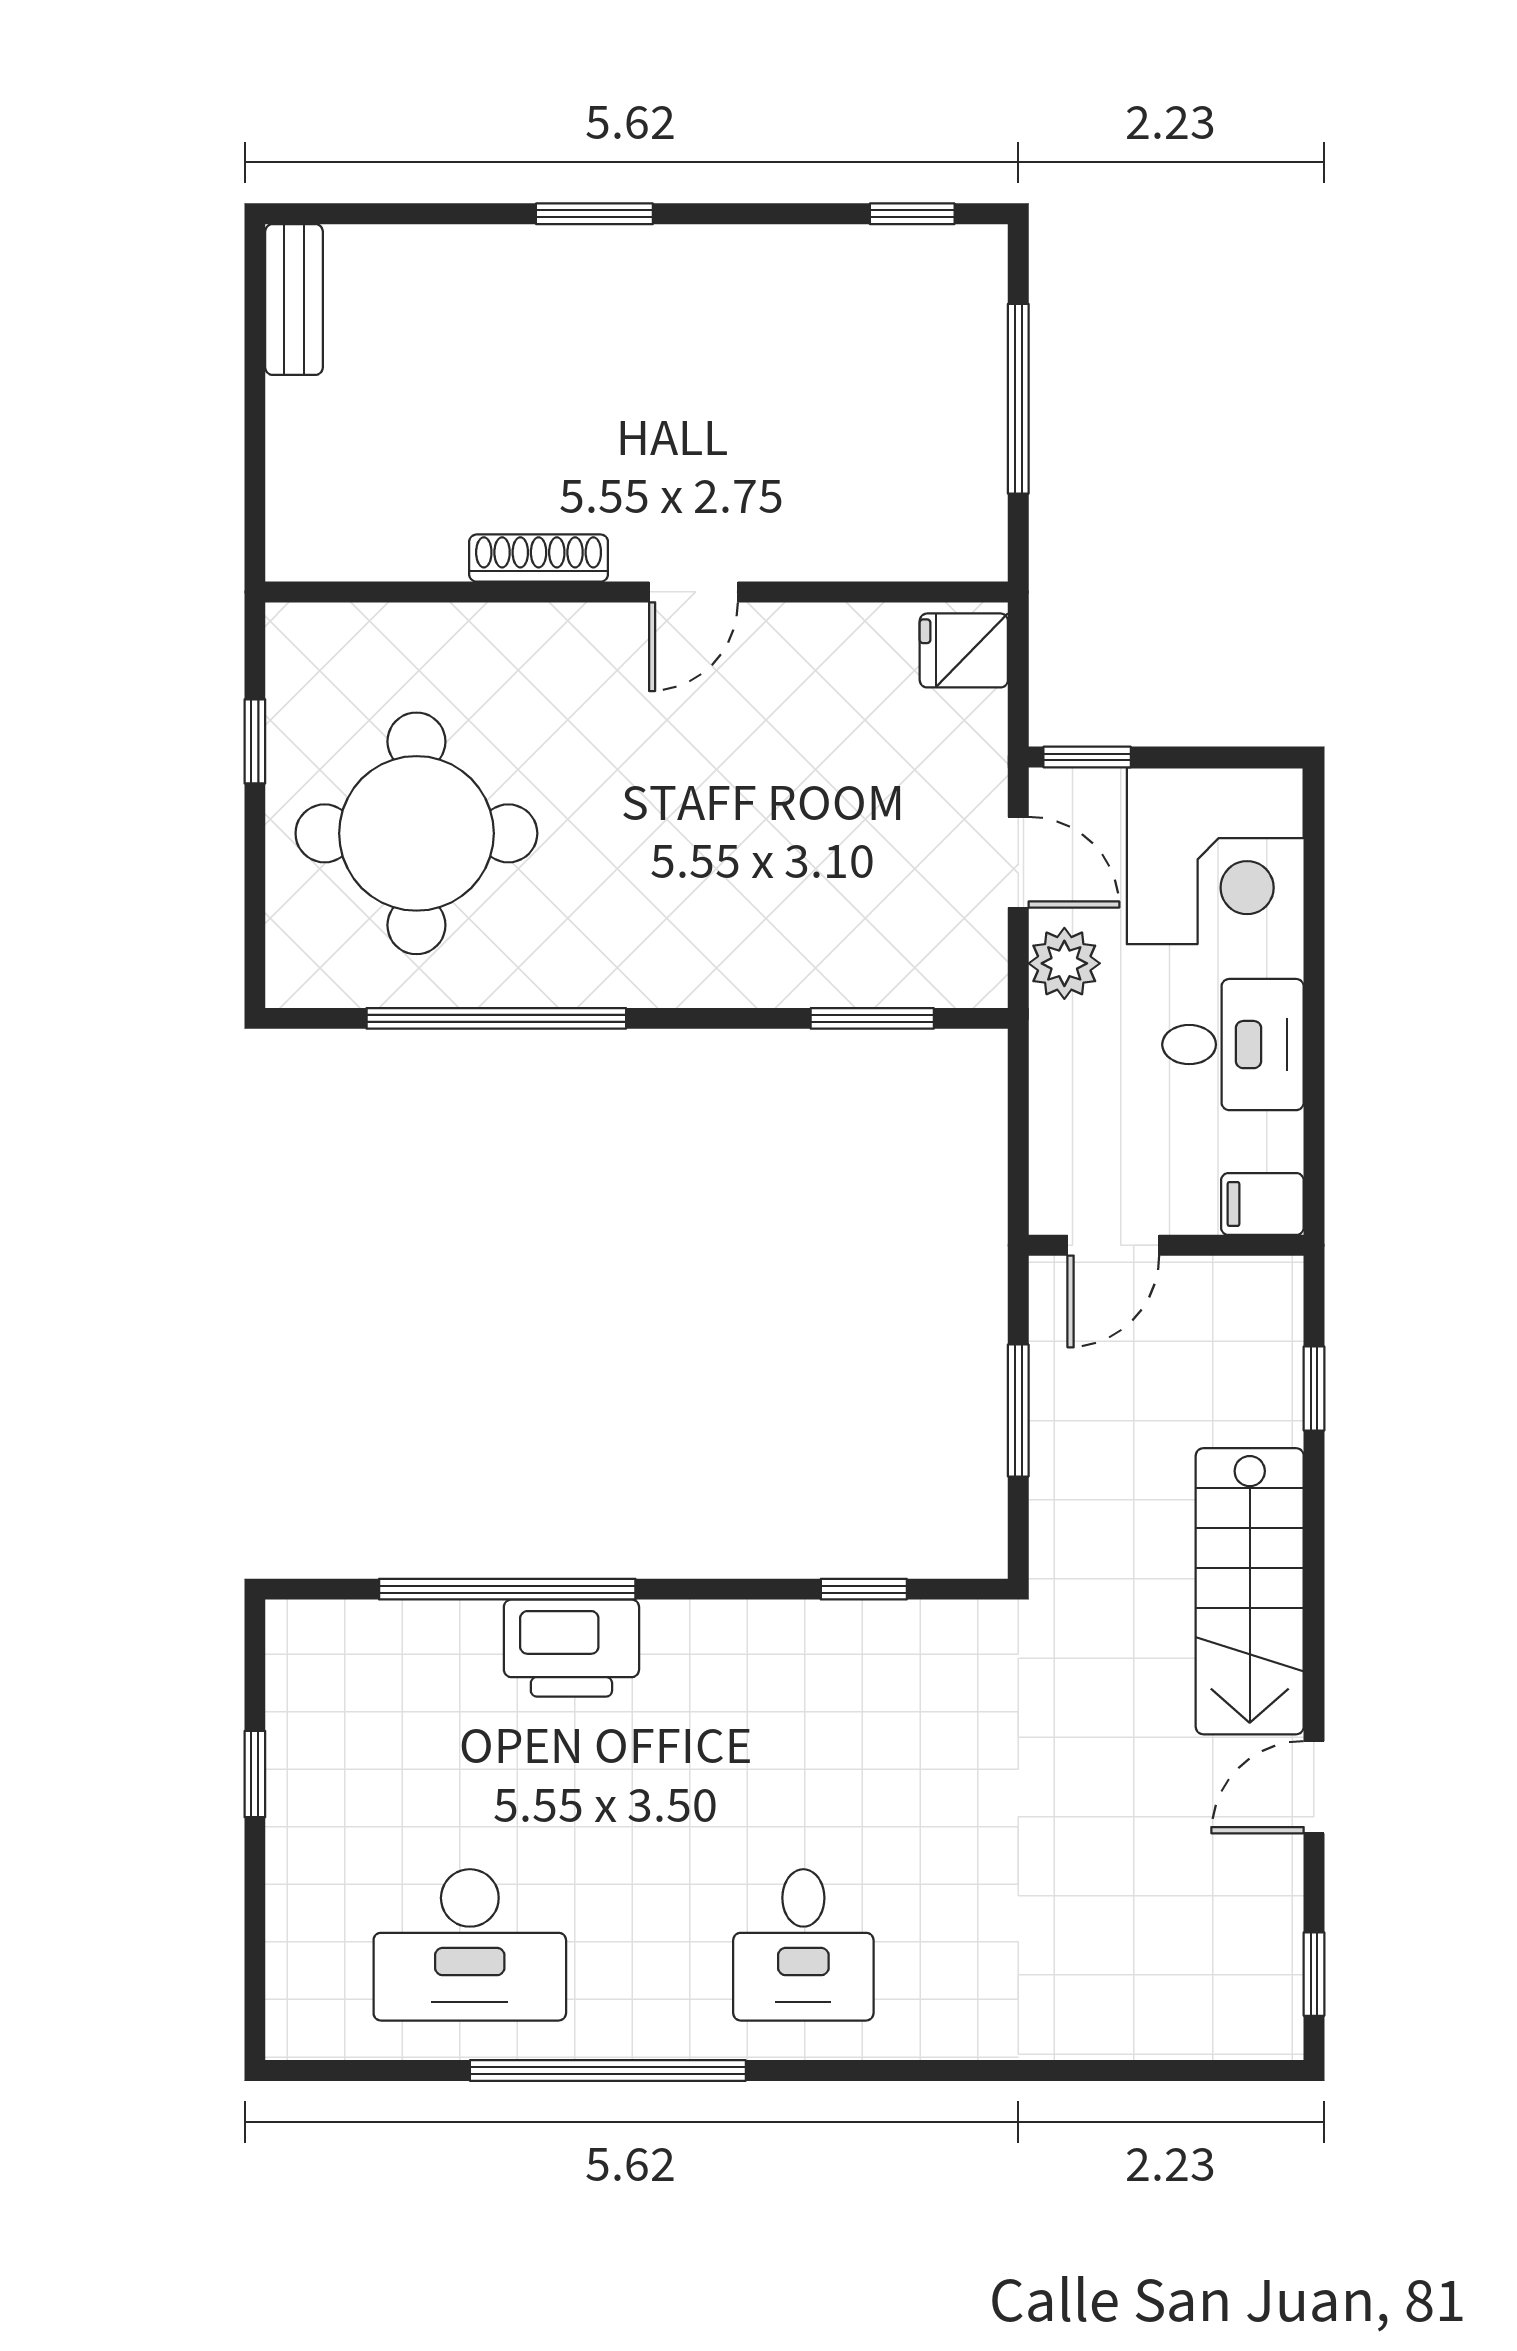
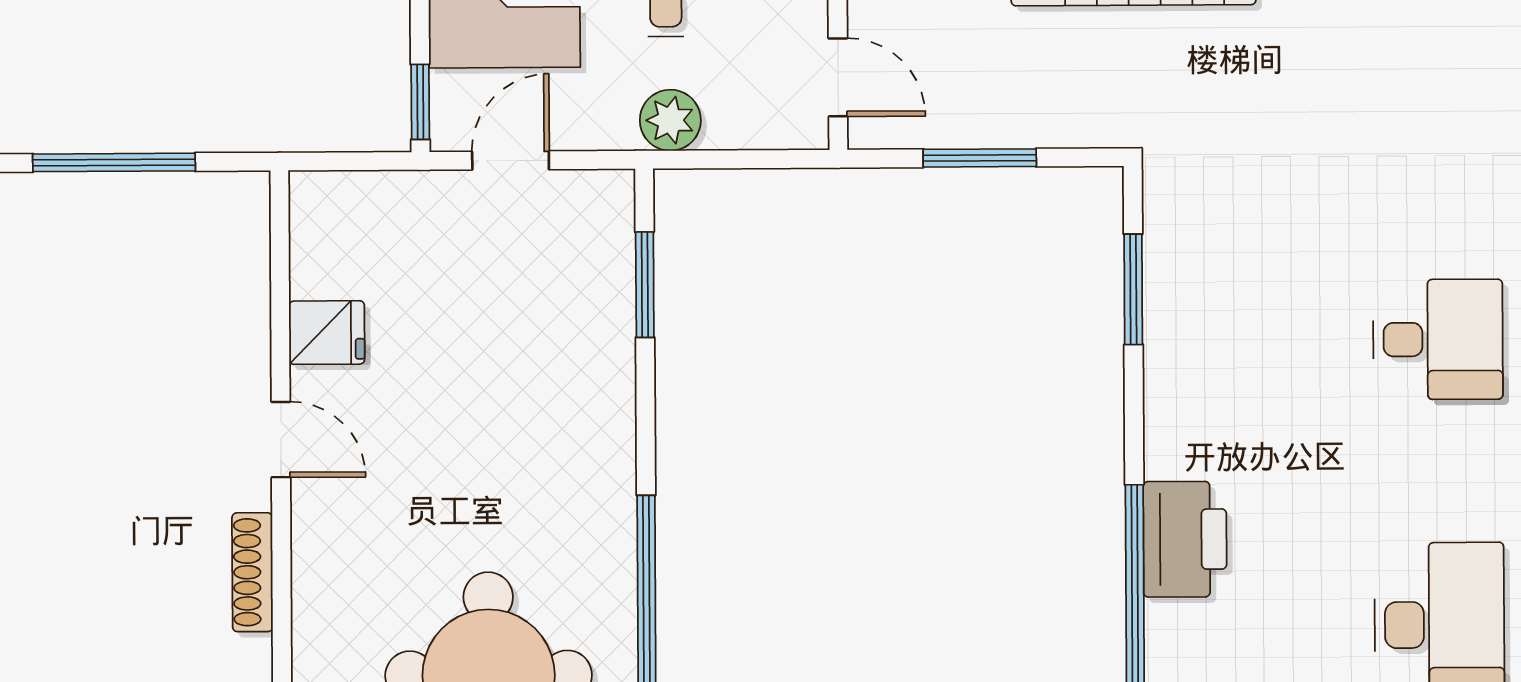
fridge: (964, 650) -> (327, 333), moved, turned -90
plant: (1064, 963) -> (670, 120), moved
window: (864, 1589) -> (1133, 289), width x1.50

